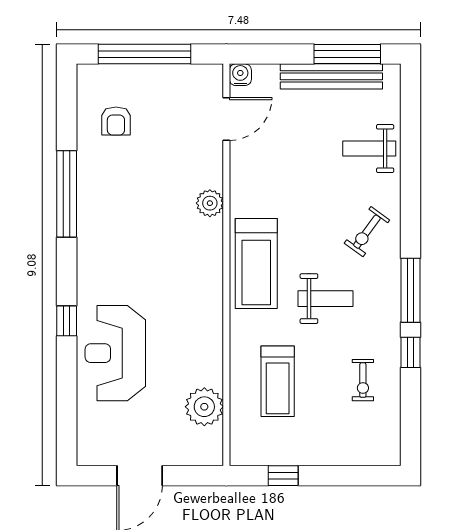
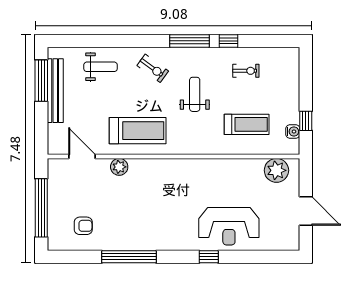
water cooler: (240, 75) -> (293, 132), moved, turned 180
weight bench: (369, 149) -> (101, 67), turned -90
plant: (210, 203) -> (119, 167), moved
treadmill: (256, 263) -> (138, 131), moved
plant: (204, 407) -> (276, 170), moved

